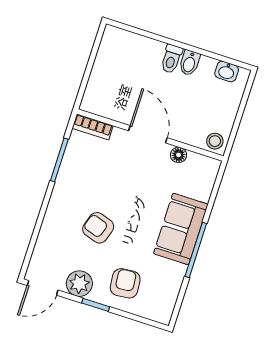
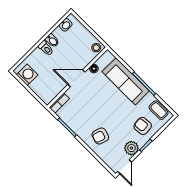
washing machine: (112, 50) -> (27, 75), added
armchair: (98, 228) -> (100, 136), moved
sofa: (181, 229) -> (126, 81), width x1.36
coffee table: (165, 296) -> (159, 110), added

